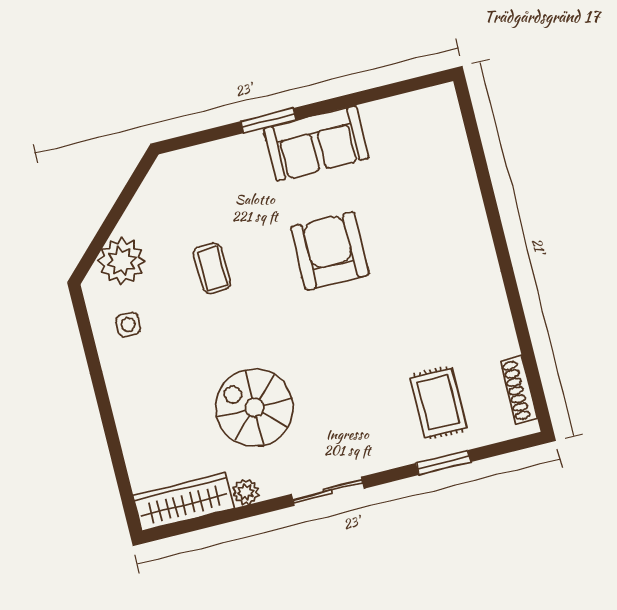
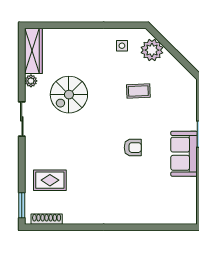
armchair: (330, 251) -> (133, 148), width x0.53, depth x0.53
spiral stairs: (254, 408) -> (69, 95), turned 180
window: (443, 462) -> (22, 205), moved

